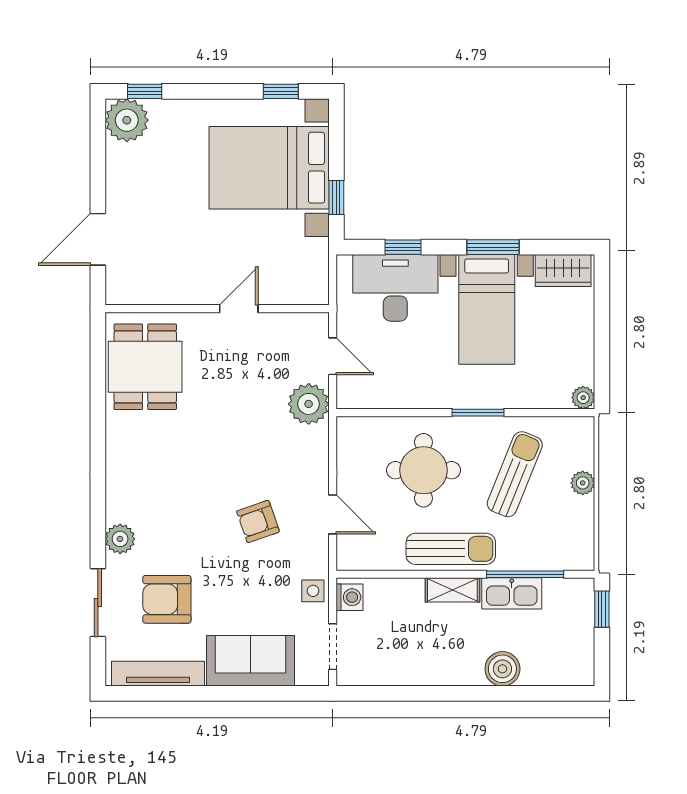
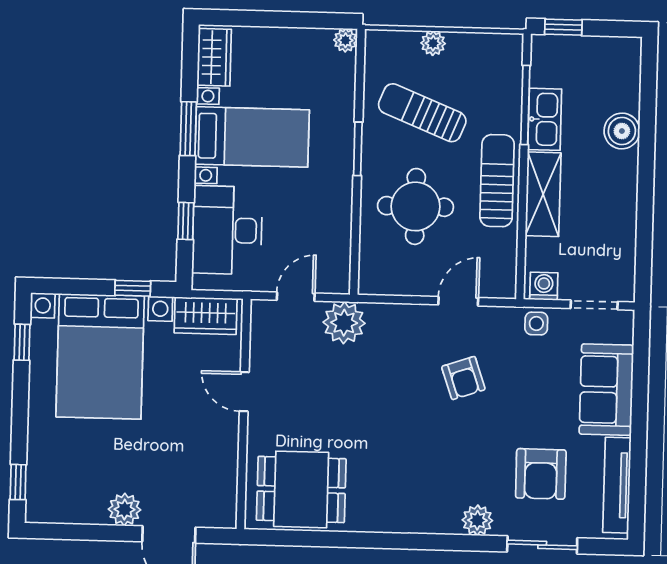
plant: (127, 120) -> (125, 509), moved, width x0.73, depth x0.73
wardrobe: (312, 269) -> (206, 316), added
shelving: (452, 590) -> (543, 194), width x1.50, depth x1.33

